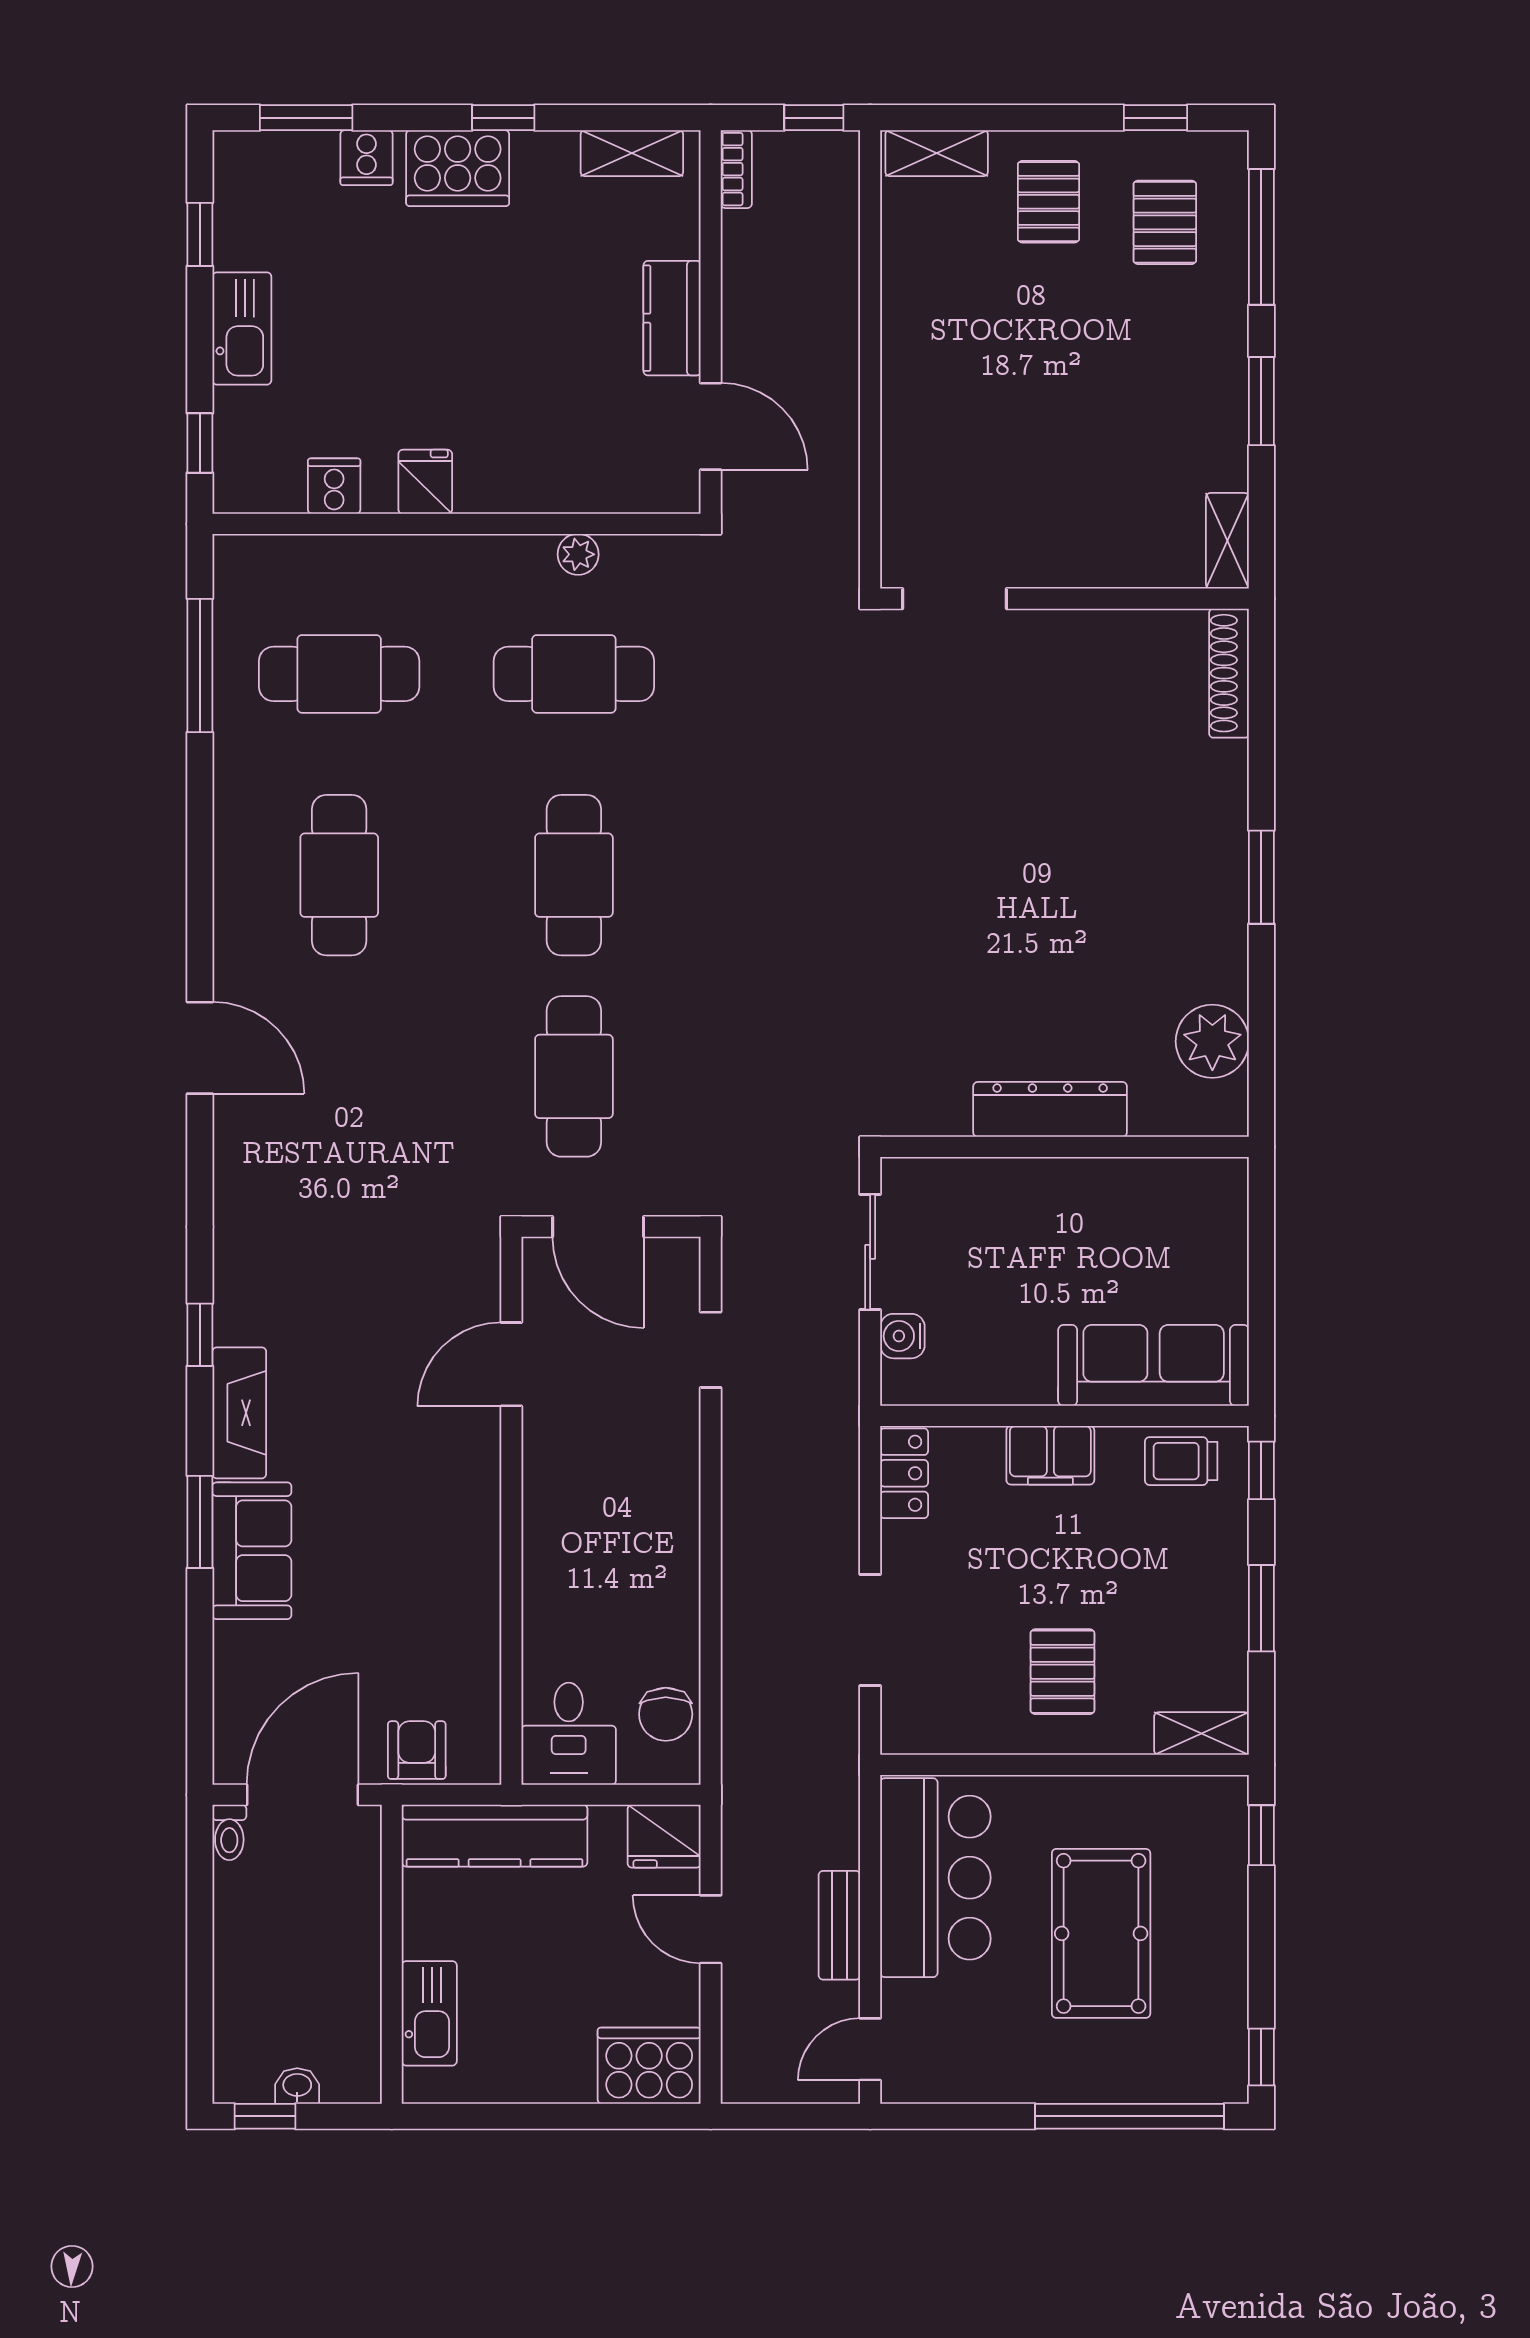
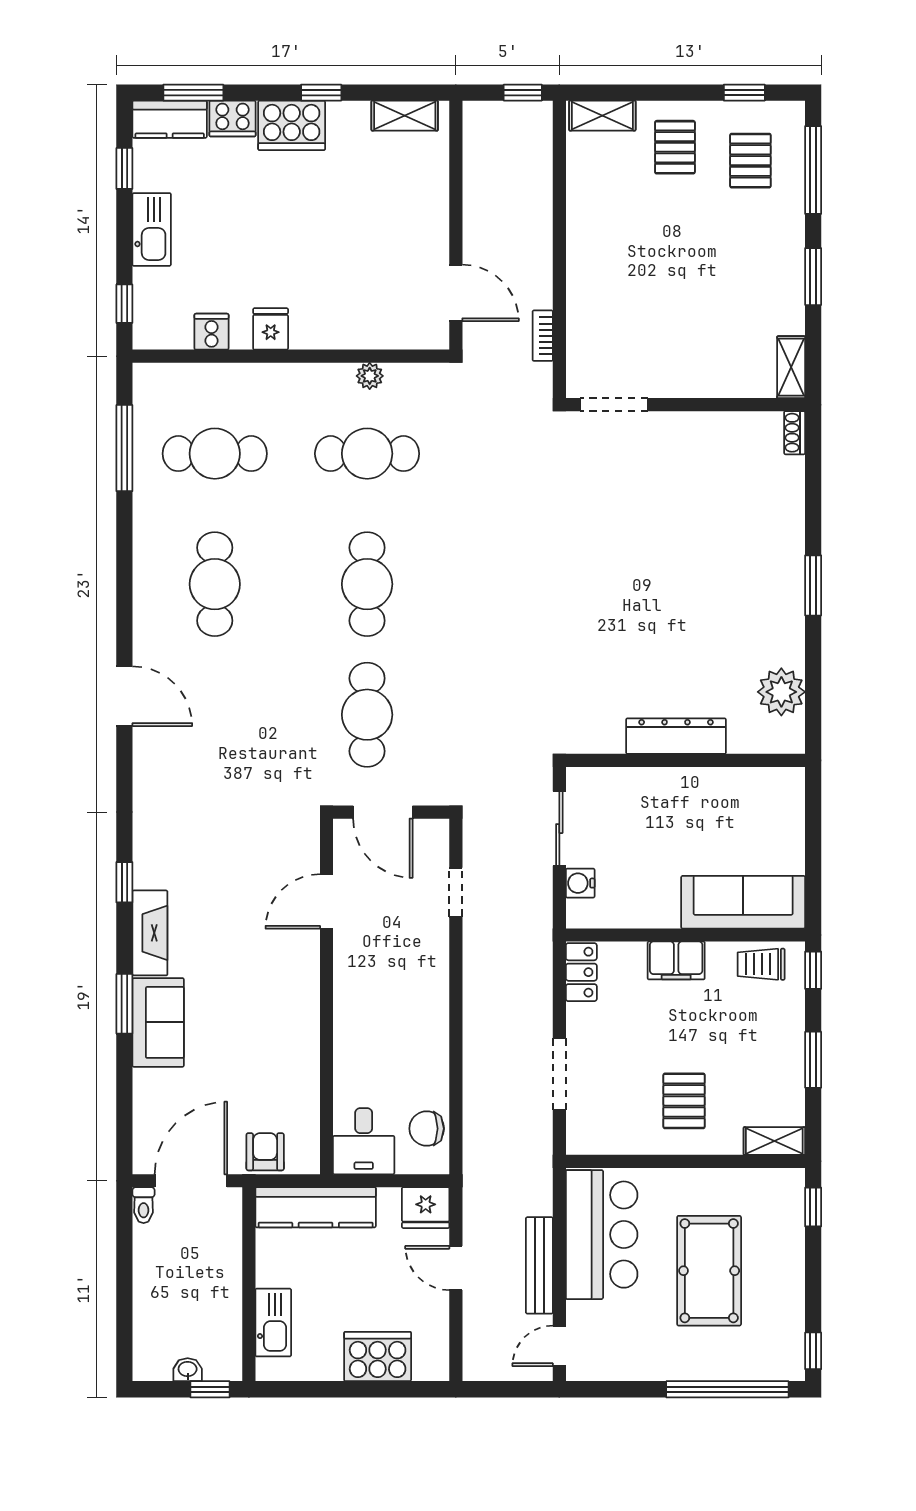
cooker: (366, 158) -> (233, 119), width x1.36
bookcase: (736, 169) -> (543, 336), moved, turned 180
kitchen counter: (672, 318) -> (170, 119), moved, turned -90
shoe rack: (1229, 673) -> (795, 433), width x0.51, depth x0.81
chair: (666, 1714) -> (427, 1129), turned 90
bench: (839, 1925) -> (539, 1265), width x1.36
cooker: (649, 2066) -> (378, 1356), moved
window: (265, 2116) -> (210, 1389), moved

